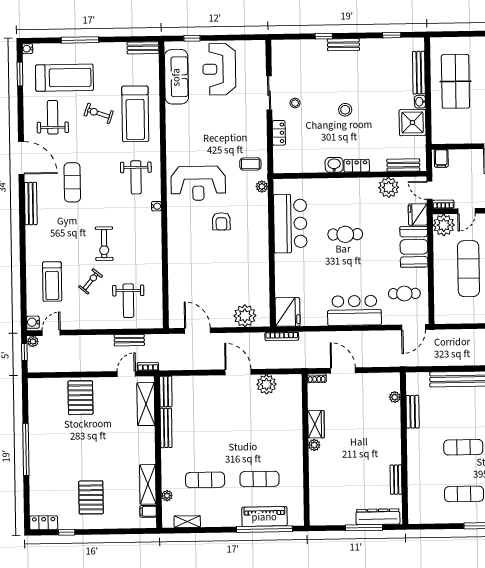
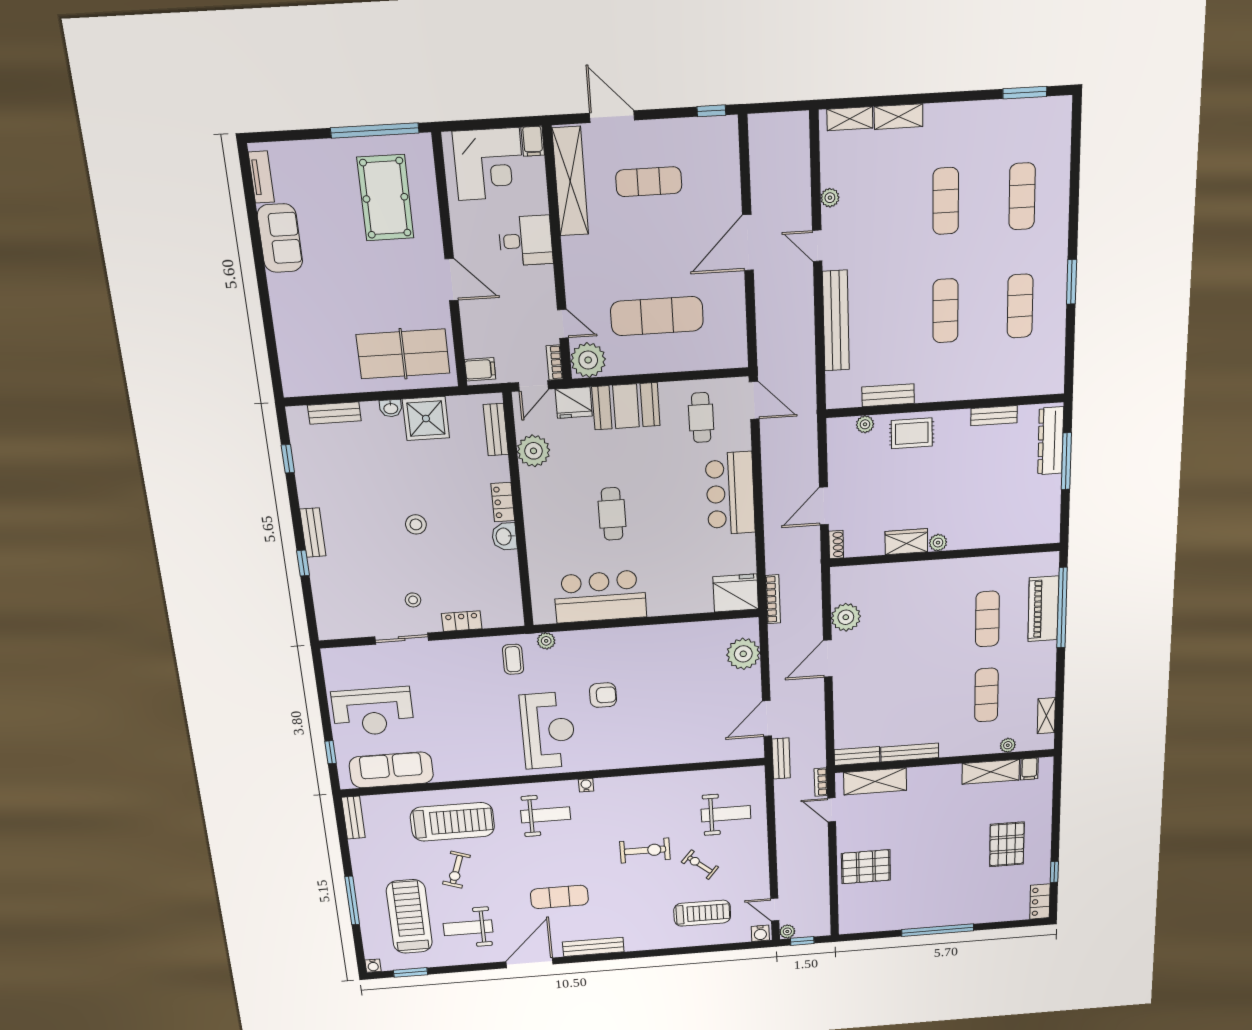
bench: (419, 73) -> (334, 413), width x0.73
table tennis table: (455, 81) -> (403, 354), moved
bench: (129, 340) -> (781, 758), moved
rug: (387, 427) -> (912, 433), added
pallet: (91, 497) -> (1007, 844), turned 90

